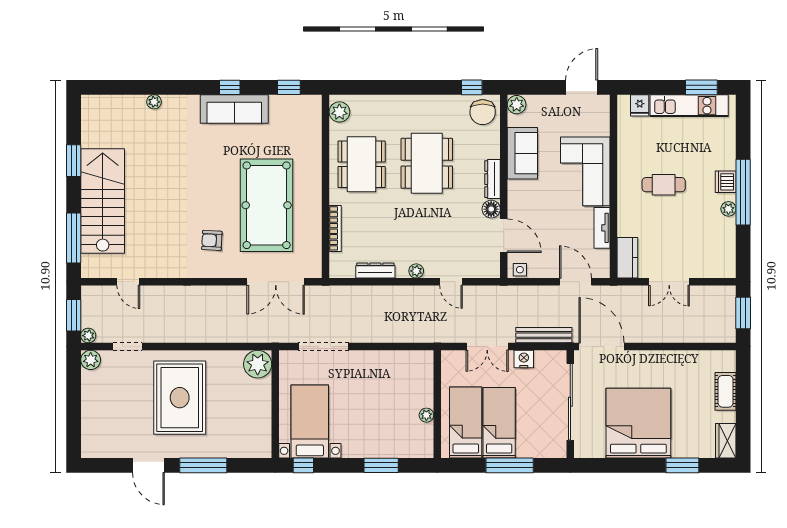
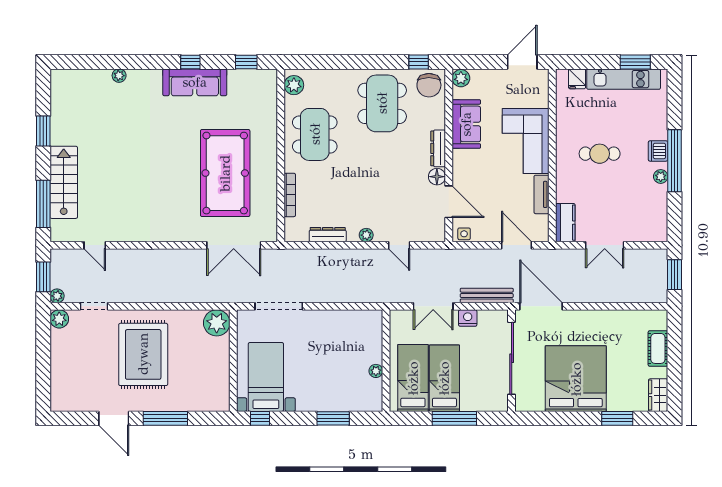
dining table: (427, 163) -> (382, 103), moved
stairs: (103, 201) -> (64, 182), width x0.73, depth x0.66
armchair: (212, 240) -> (174, 206), removed

